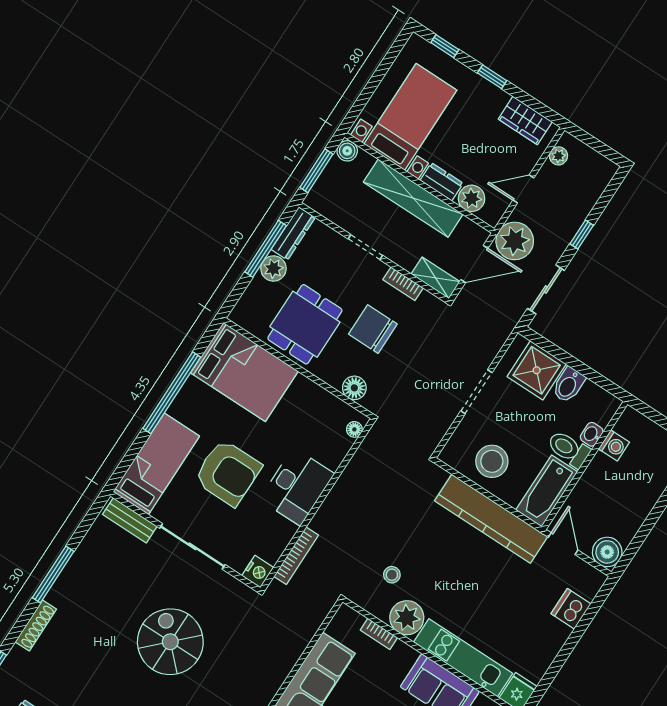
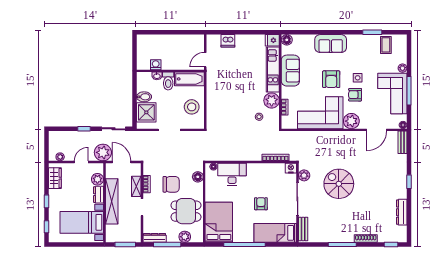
boiler: (347, 151) -> (110, 238), removed
door: (523, 189) -> (81, 162), swing flipped
plant: (273, 269) -> (185, 237), moved
shelving: (435, 278) -> (136, 186), moved
chair: (373, 329) -> (171, 184), turned -90
armchair: (228, 473) -> (261, 204), width x0.53, depth x0.53
desk: (297, 487) -> (232, 174), moved
kitchen counter: (491, 519) -> (214, 93), removed
boiler: (607, 552) -> (198, 41), removed
plant: (228, 587) -> (304, 175), added
spiral stairs: (170, 642) -> (339, 184), turned 90

